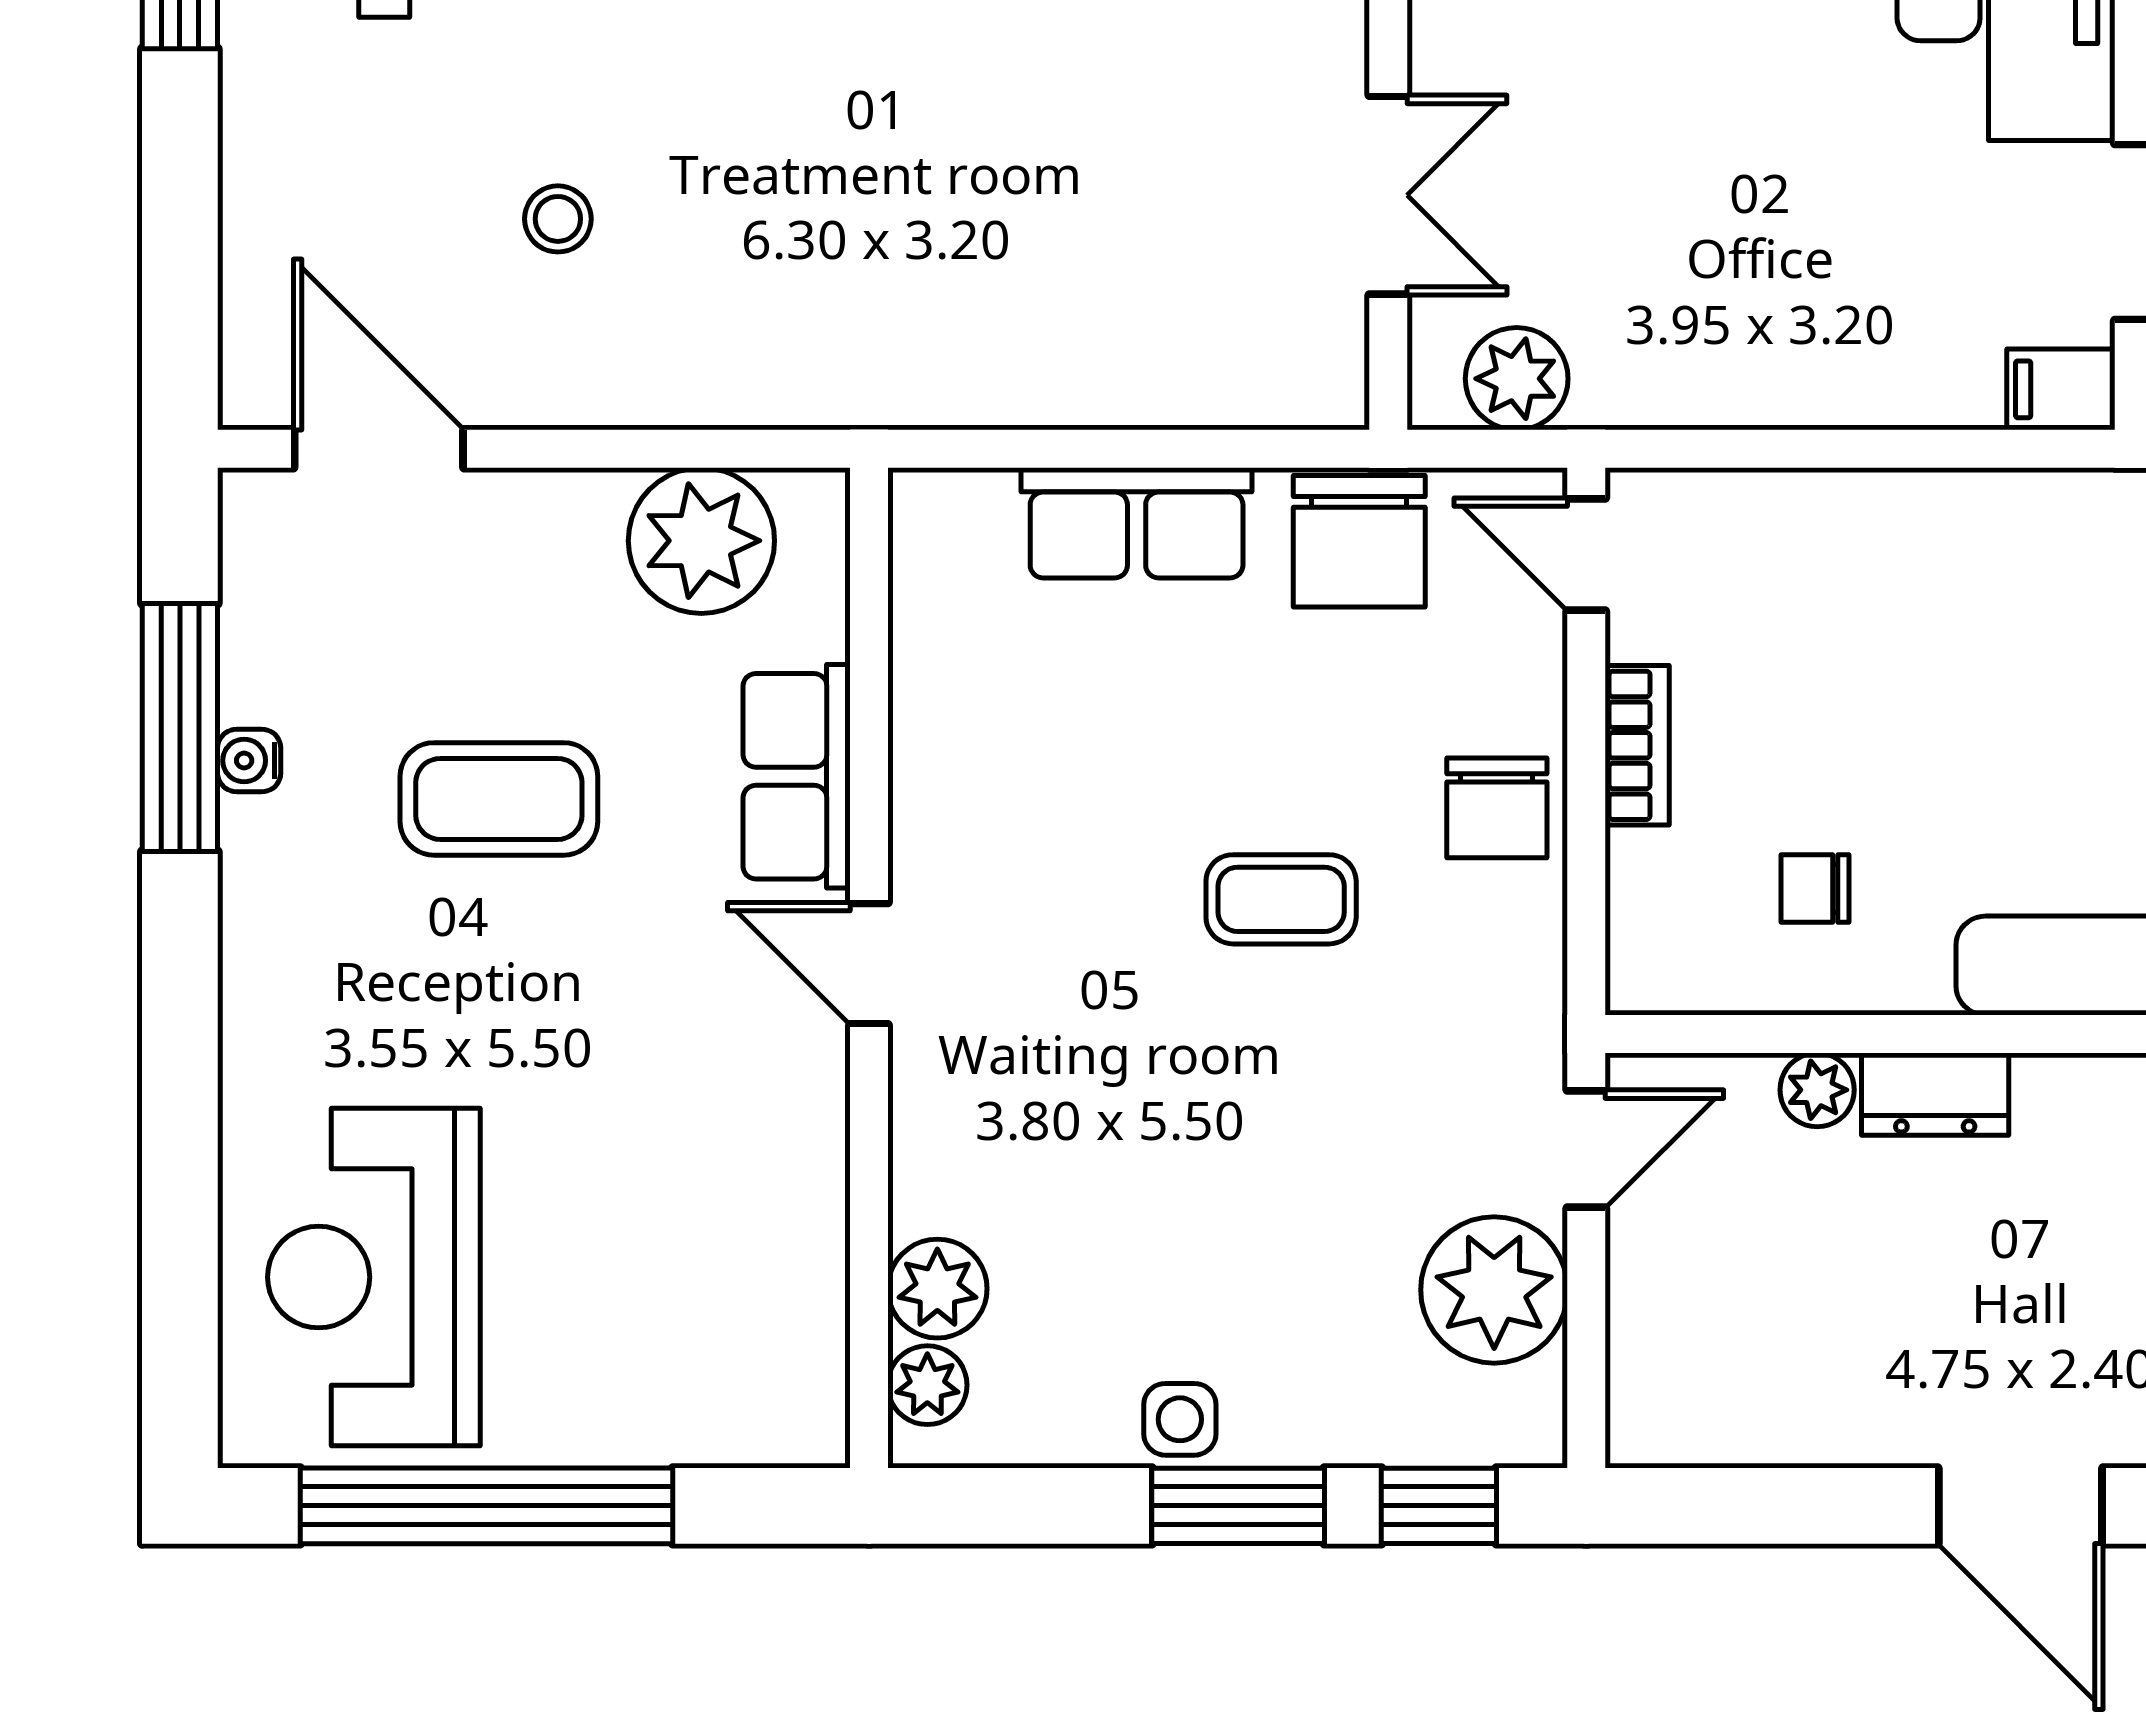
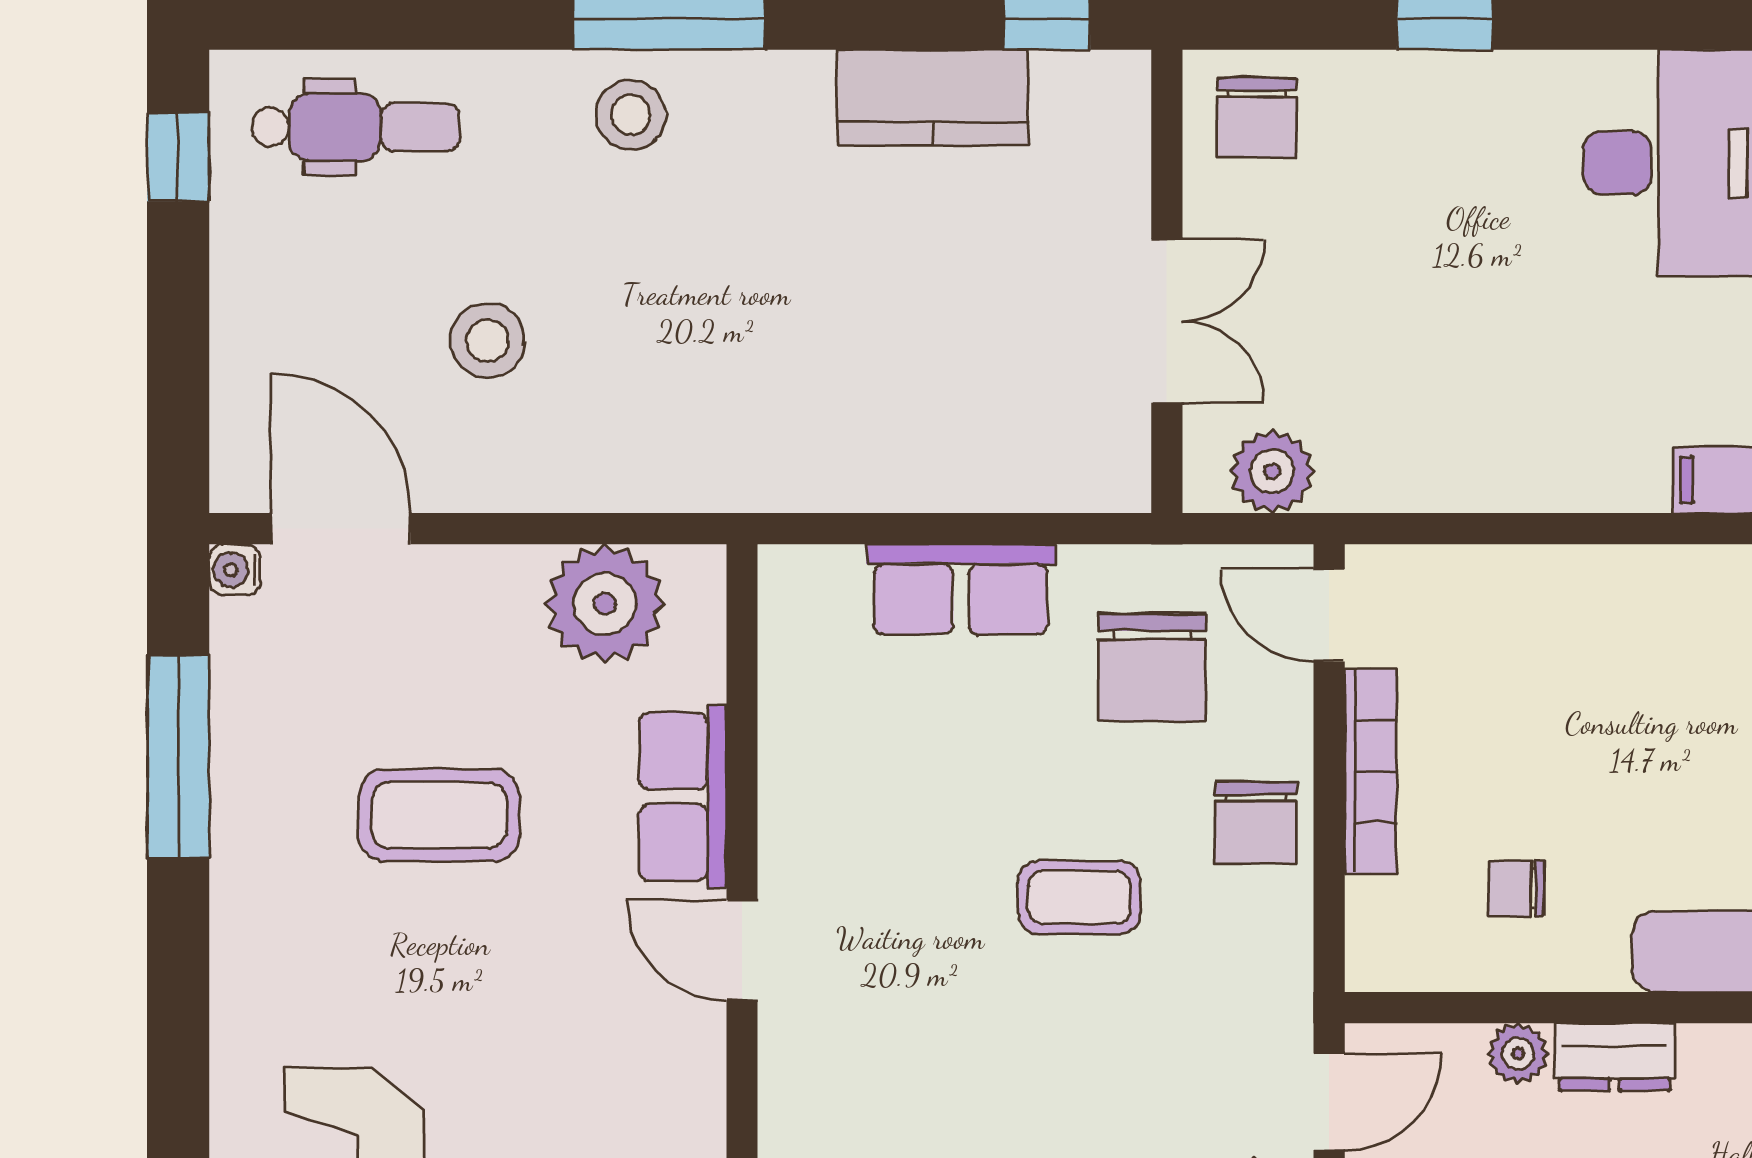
stool: (558, 219) -> (487, 341), width x1.37, depth x1.37
chair: (1359, 541) -> (1152, 667), moved
bookcase: (1637, 745) -> (1371, 771), width x1.56
water cooler: (249, 761) -> (235, 570), moved

